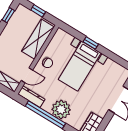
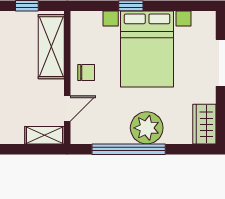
bed with nightstands: (80, 66) -> (147, 49), width x1.36
dresser: (31, 97) -> (92, 135), removed

